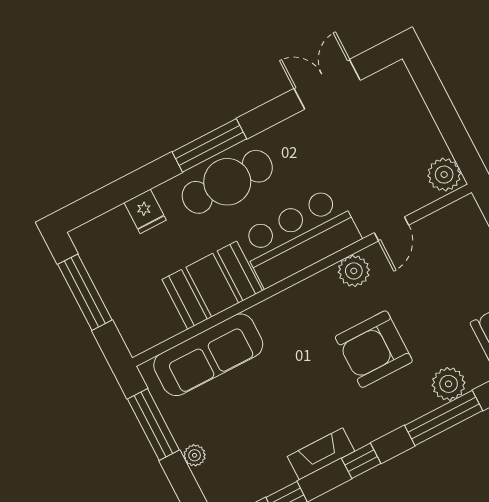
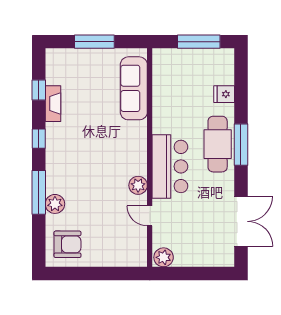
double door: (327, 84) -> (241, 221), width x1.37
booth: (212, 285) -> (168, 109), removed
armchair: (374, 349) -> (93, 175), removed
window: (153, 424) -> (94, 42), moved
fireplace: (321, 454) -> (53, 104), moved
plant: (195, 455) -> (86, 55), removed

